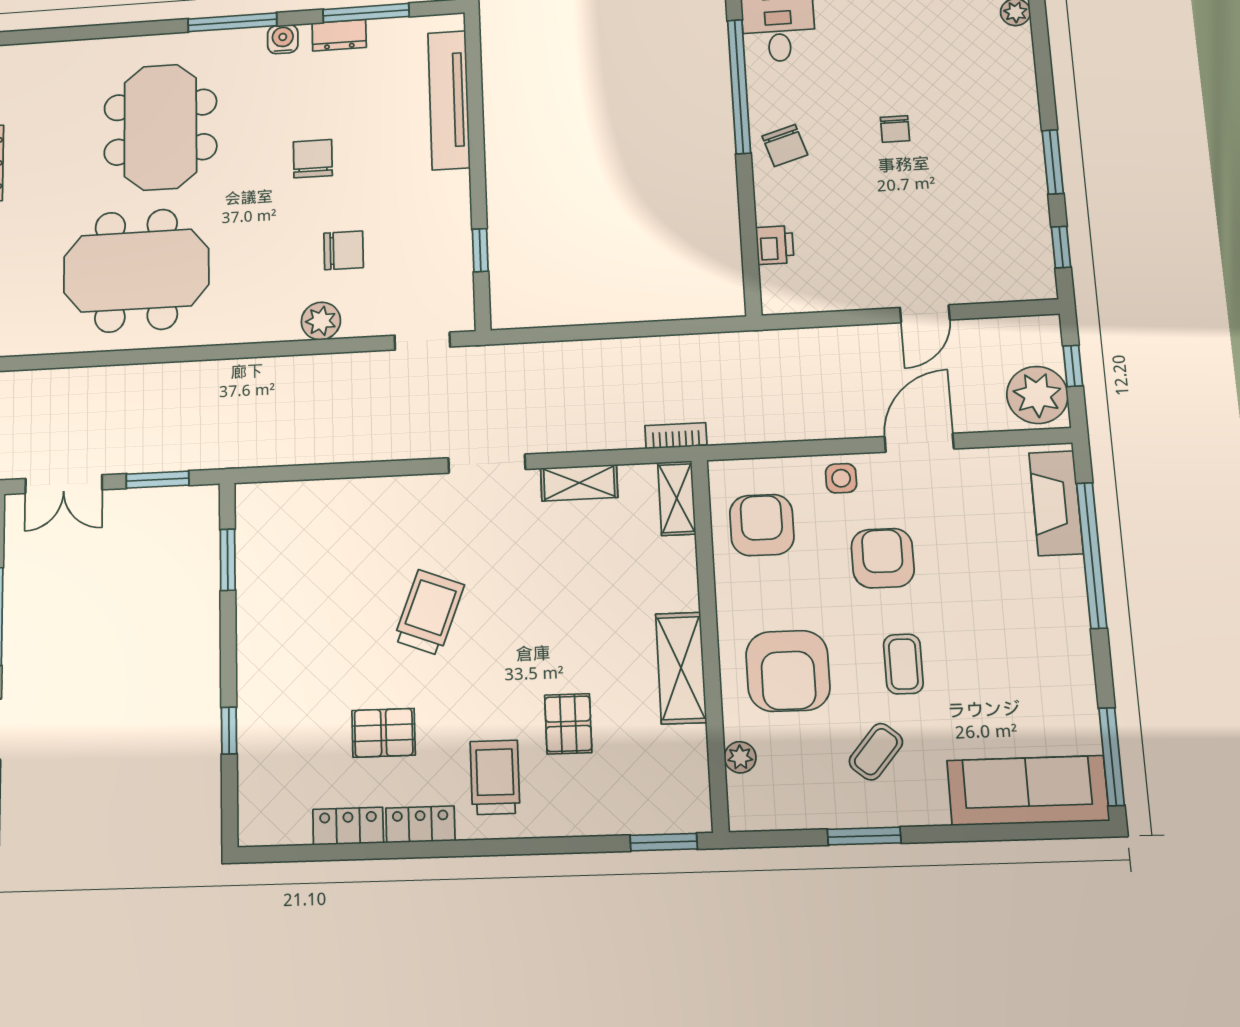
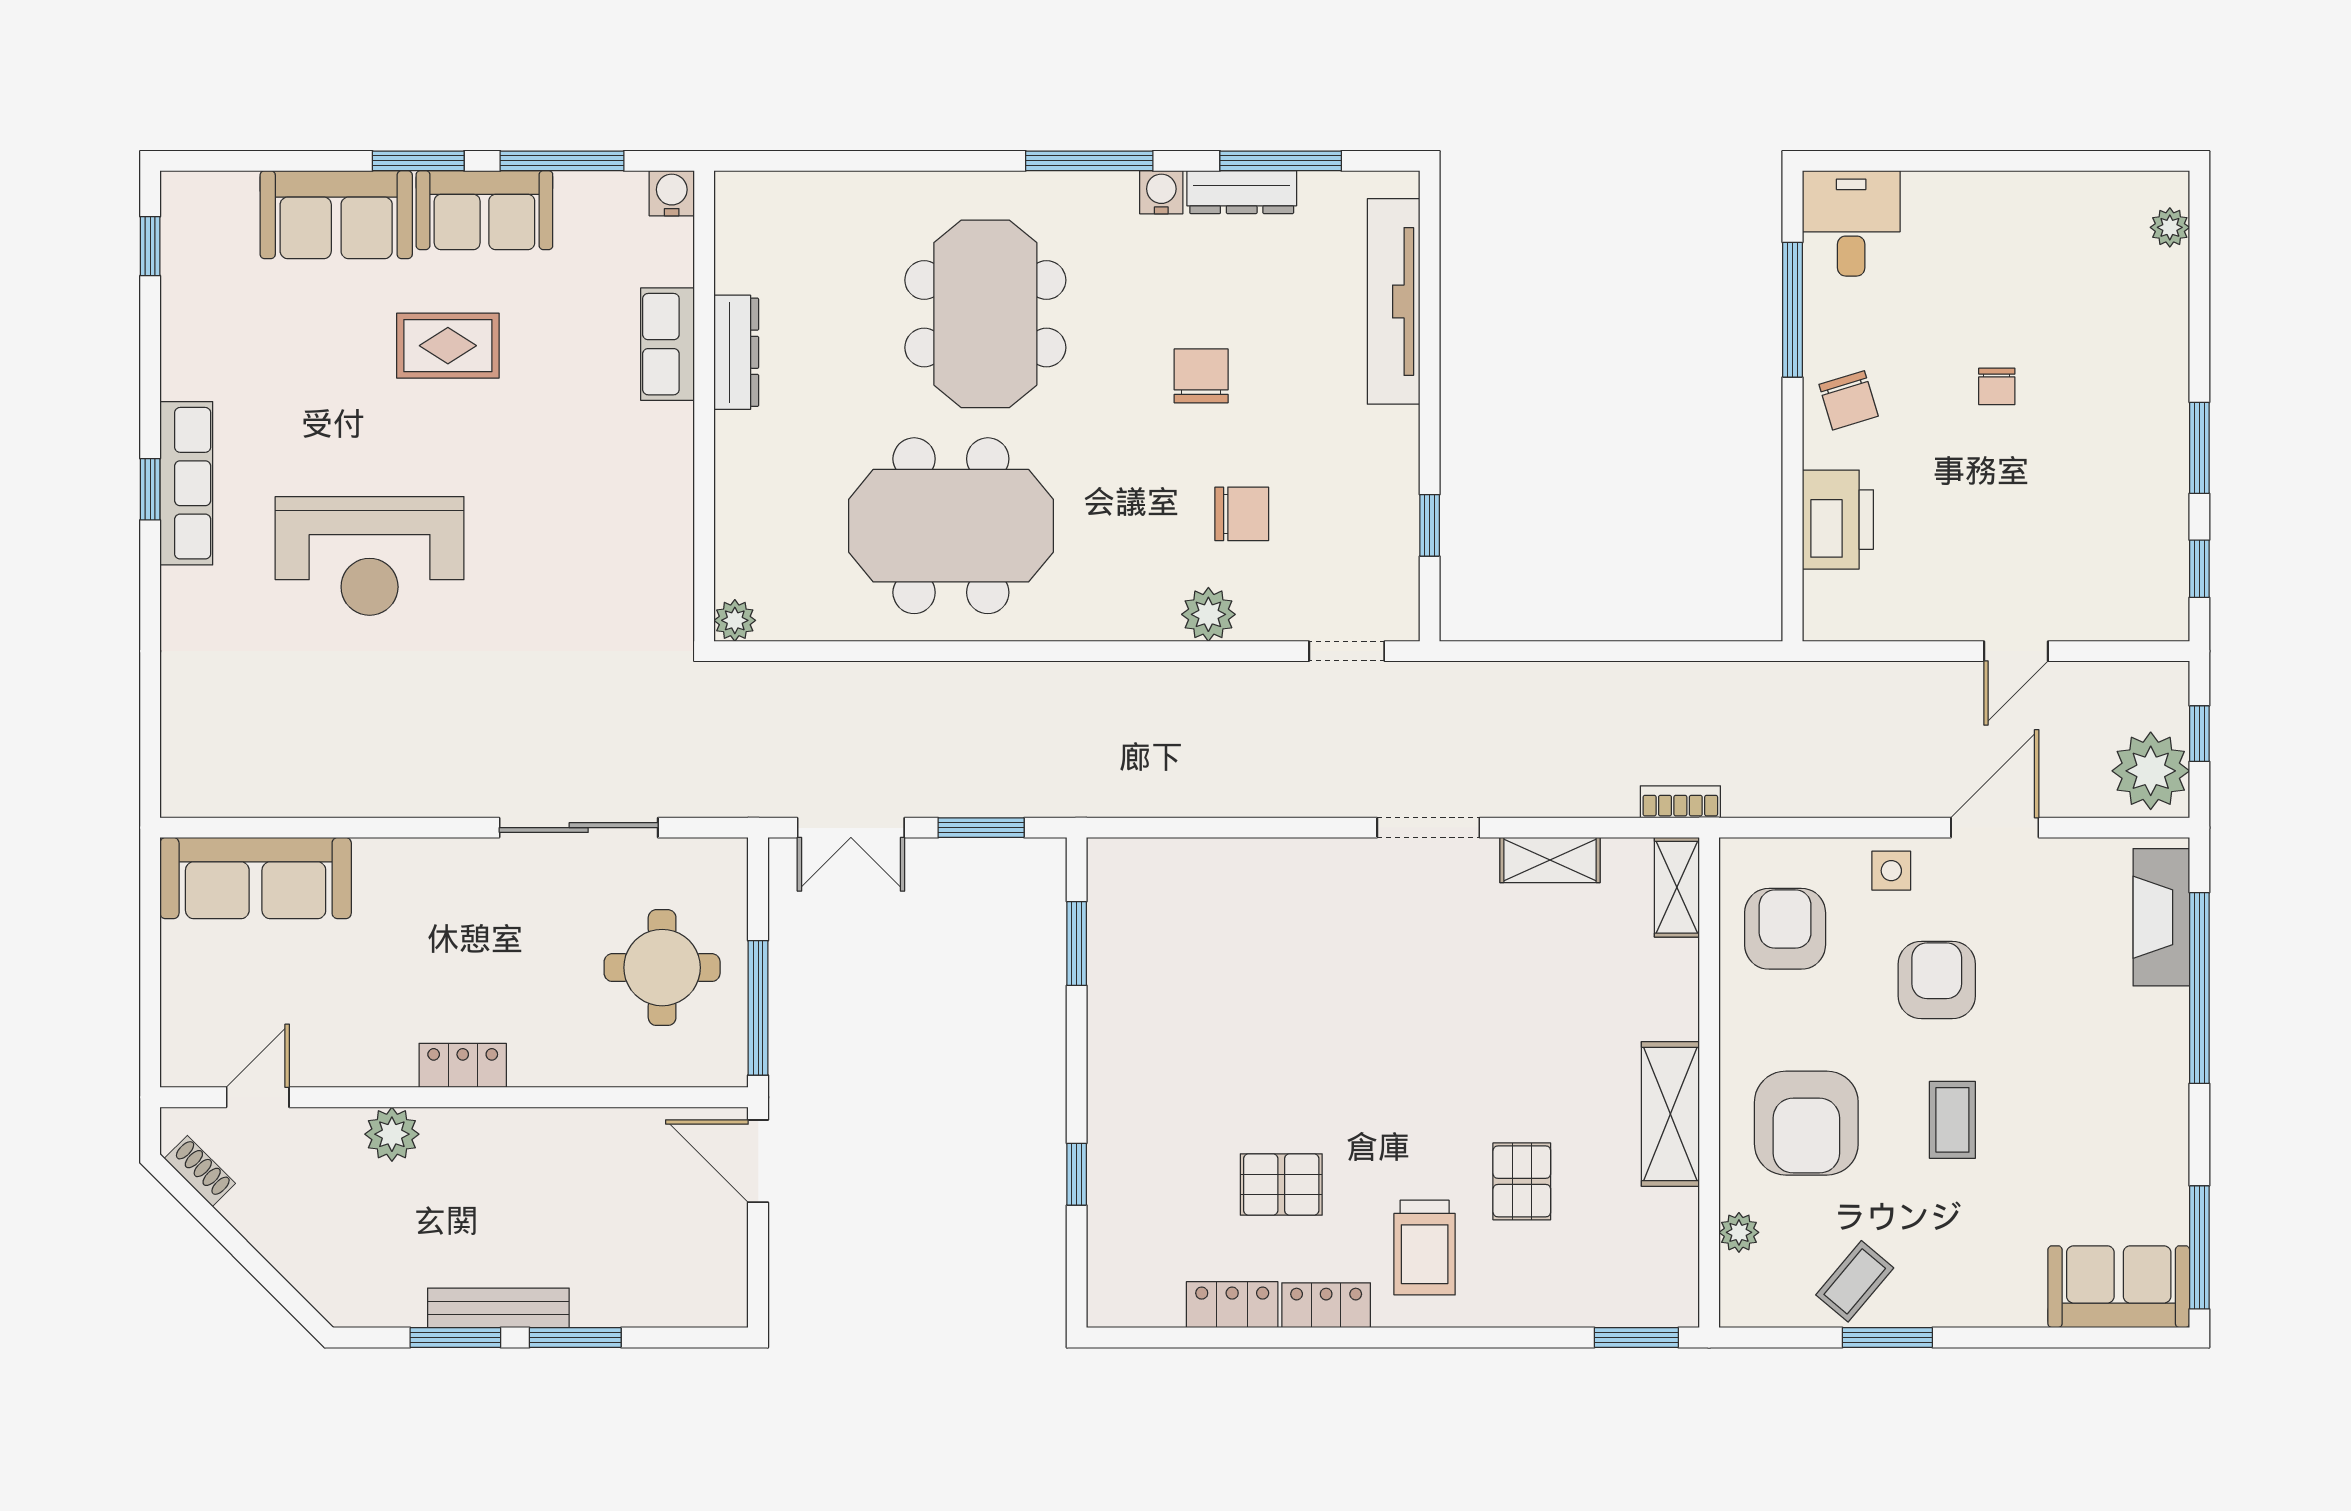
dresser: (339, 35) -> (1242, 192), width x1.44
window: (739, 86) -> (1792, 310), width x0.68
printer: (775, 245) -> (1838, 520), width x1.87, depth x1.48
trolley: (429, 613) -> (1345, 1027), removed
coffee table: (876, 752) -> (1855, 1281), moved
trolley: (495, 777) -> (1425, 1248), turned 180
sofa: (1028, 791) -> (2119, 1287), width x0.73

